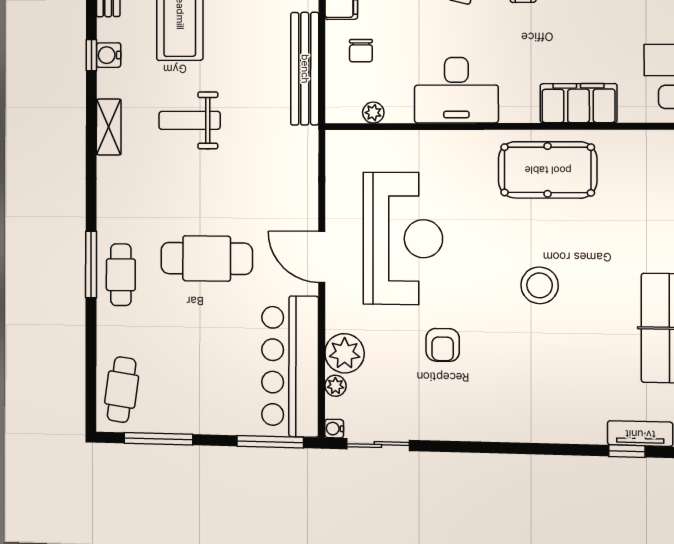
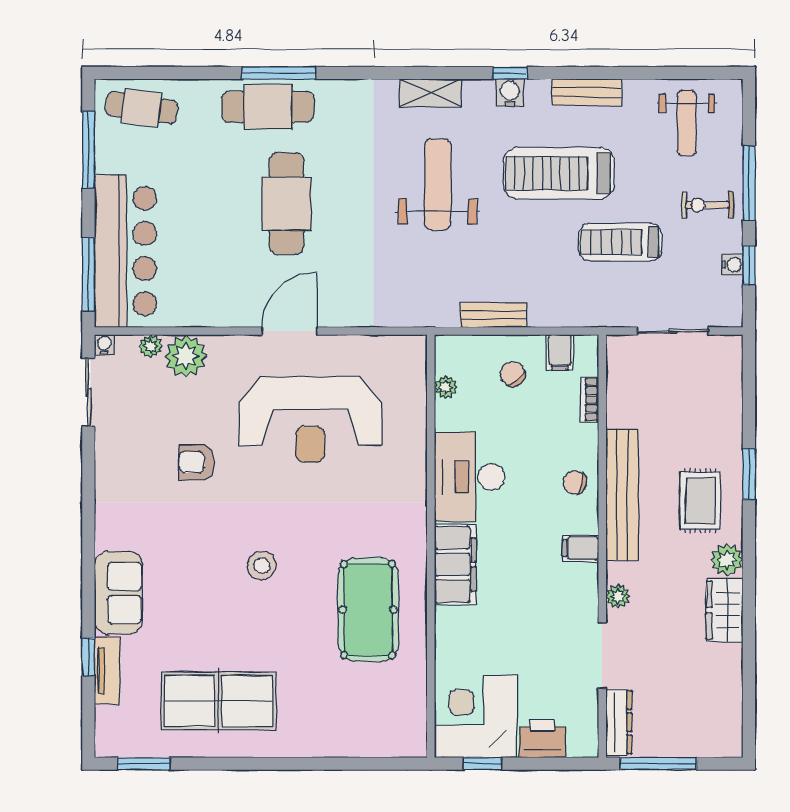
chair: (361, 51) -> (513, 374), turned 52
bench: (305, 69) -> (494, 315), width x0.54, depth x0.82
filing cabinet: (579, 103) -> (455, 564), moved
weight bench: (190, 120) -> (438, 184), width x1.36, depth x1.33
pool table: (548, 170) -> (368, 610), moved
cafe table: (121, 275) -> (268, 107), width x1.37, depth x1.35
stool: (540, 285) -> (262, 565), width x0.73, depth x0.73
bar counter: (290, 366) -> (125, 251), moved, turned 90
sofa: (566, 421) -> (118, 593), added

